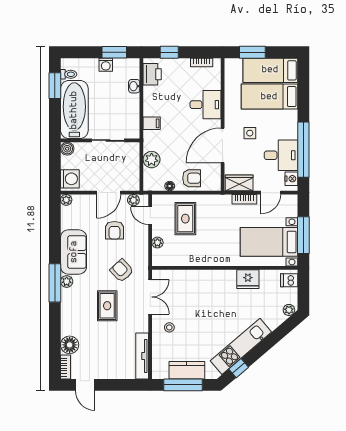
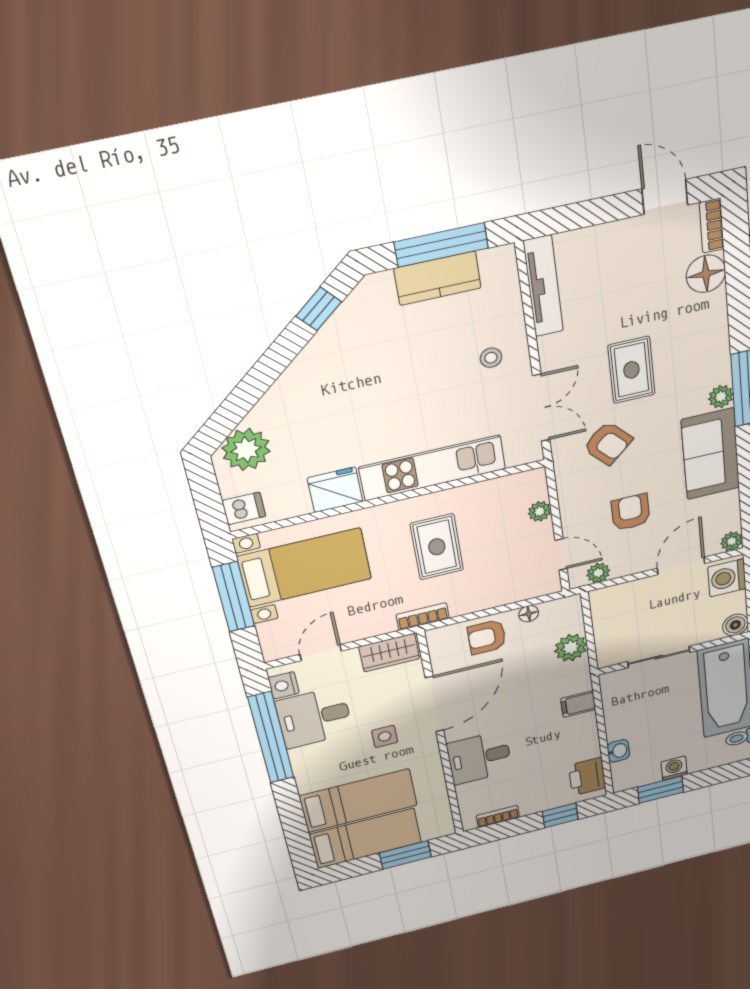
door: (109, 193) -> (681, 566), moved
bookcase: (244, 199) -> (423, 617), moved
rug: (185, 219) -> (437, 547), moved
double door: (150, 297) -> (541, 408), swing flipped
plant: (289, 310) -> (246, 450), width x1.88, depth x1.88
kitchen unit: (241, 346) -> (433, 468), moved, turned -139

